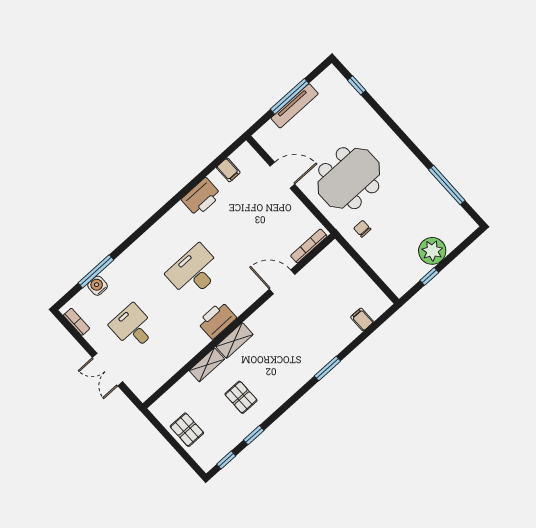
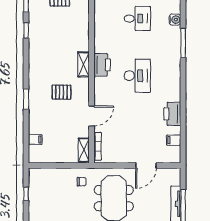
plant: (432, 251) -> (38, 207), removed
window: (96, 271) -> (183, 43), moved
shelving: (207, 365) -> (84, 150), moved
pallet: (241, 397) -> (61, 92), moved

